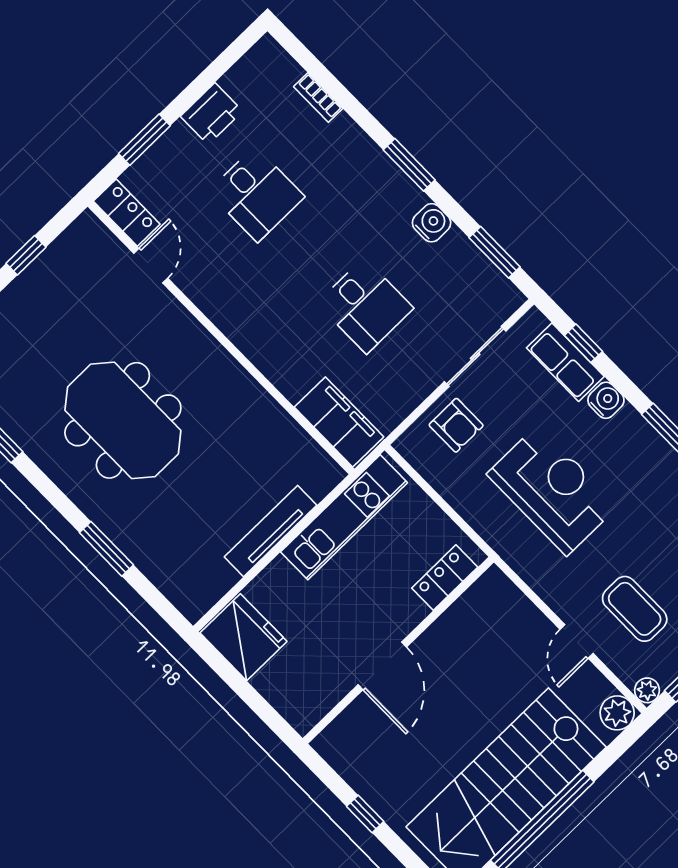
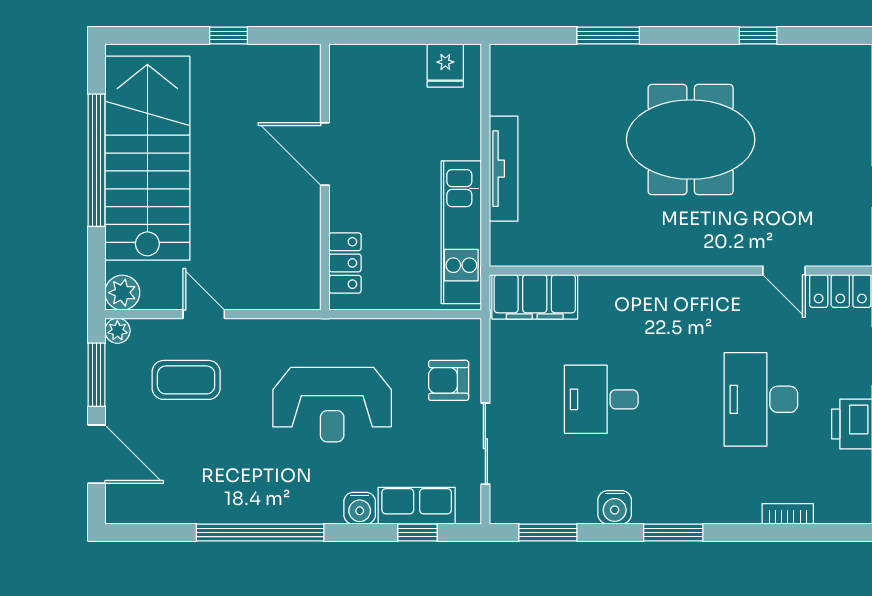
desk: (256, 194) -> (761, 399), width x1.37
fridge: (243, 637) -> (445, 65), width x0.53, depth x0.75

